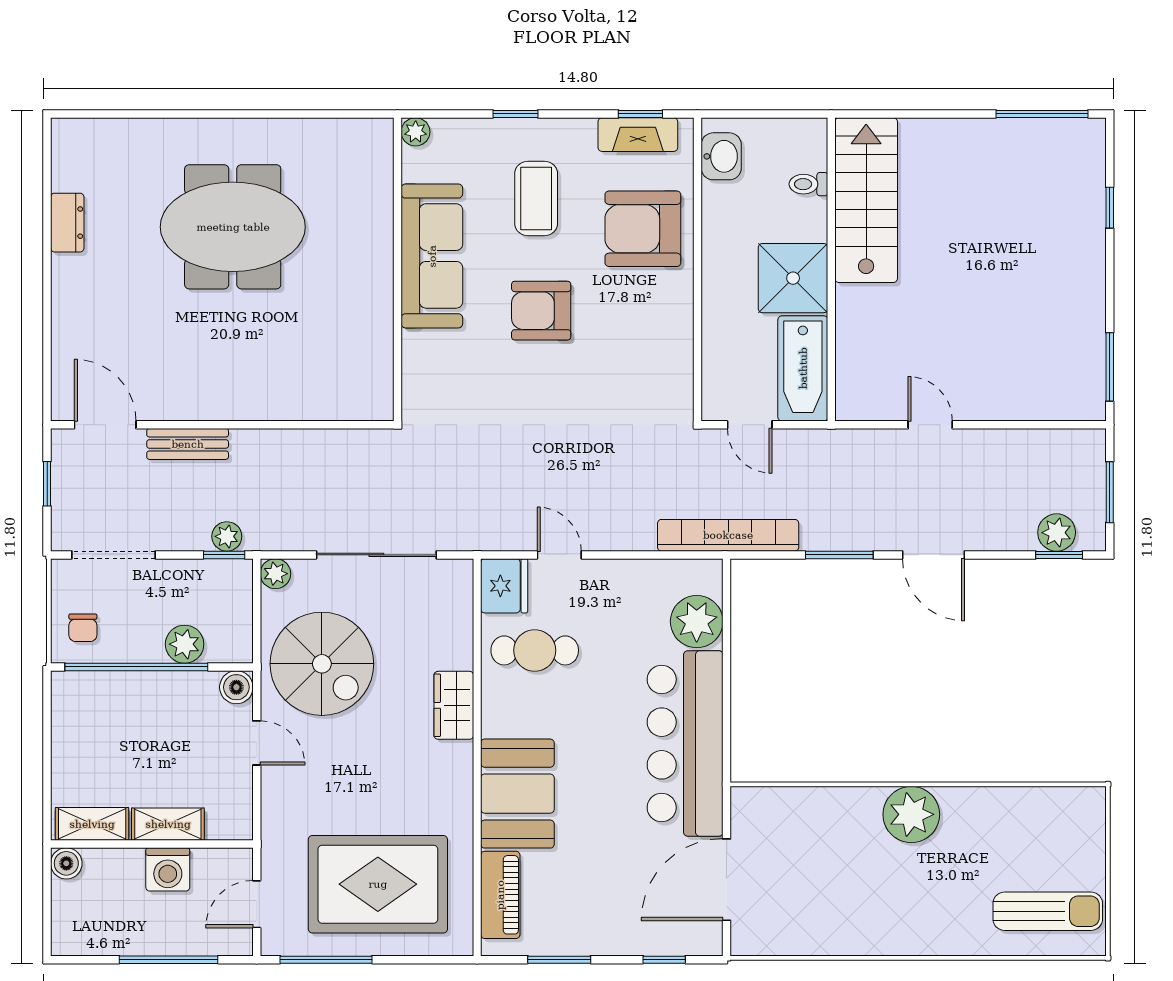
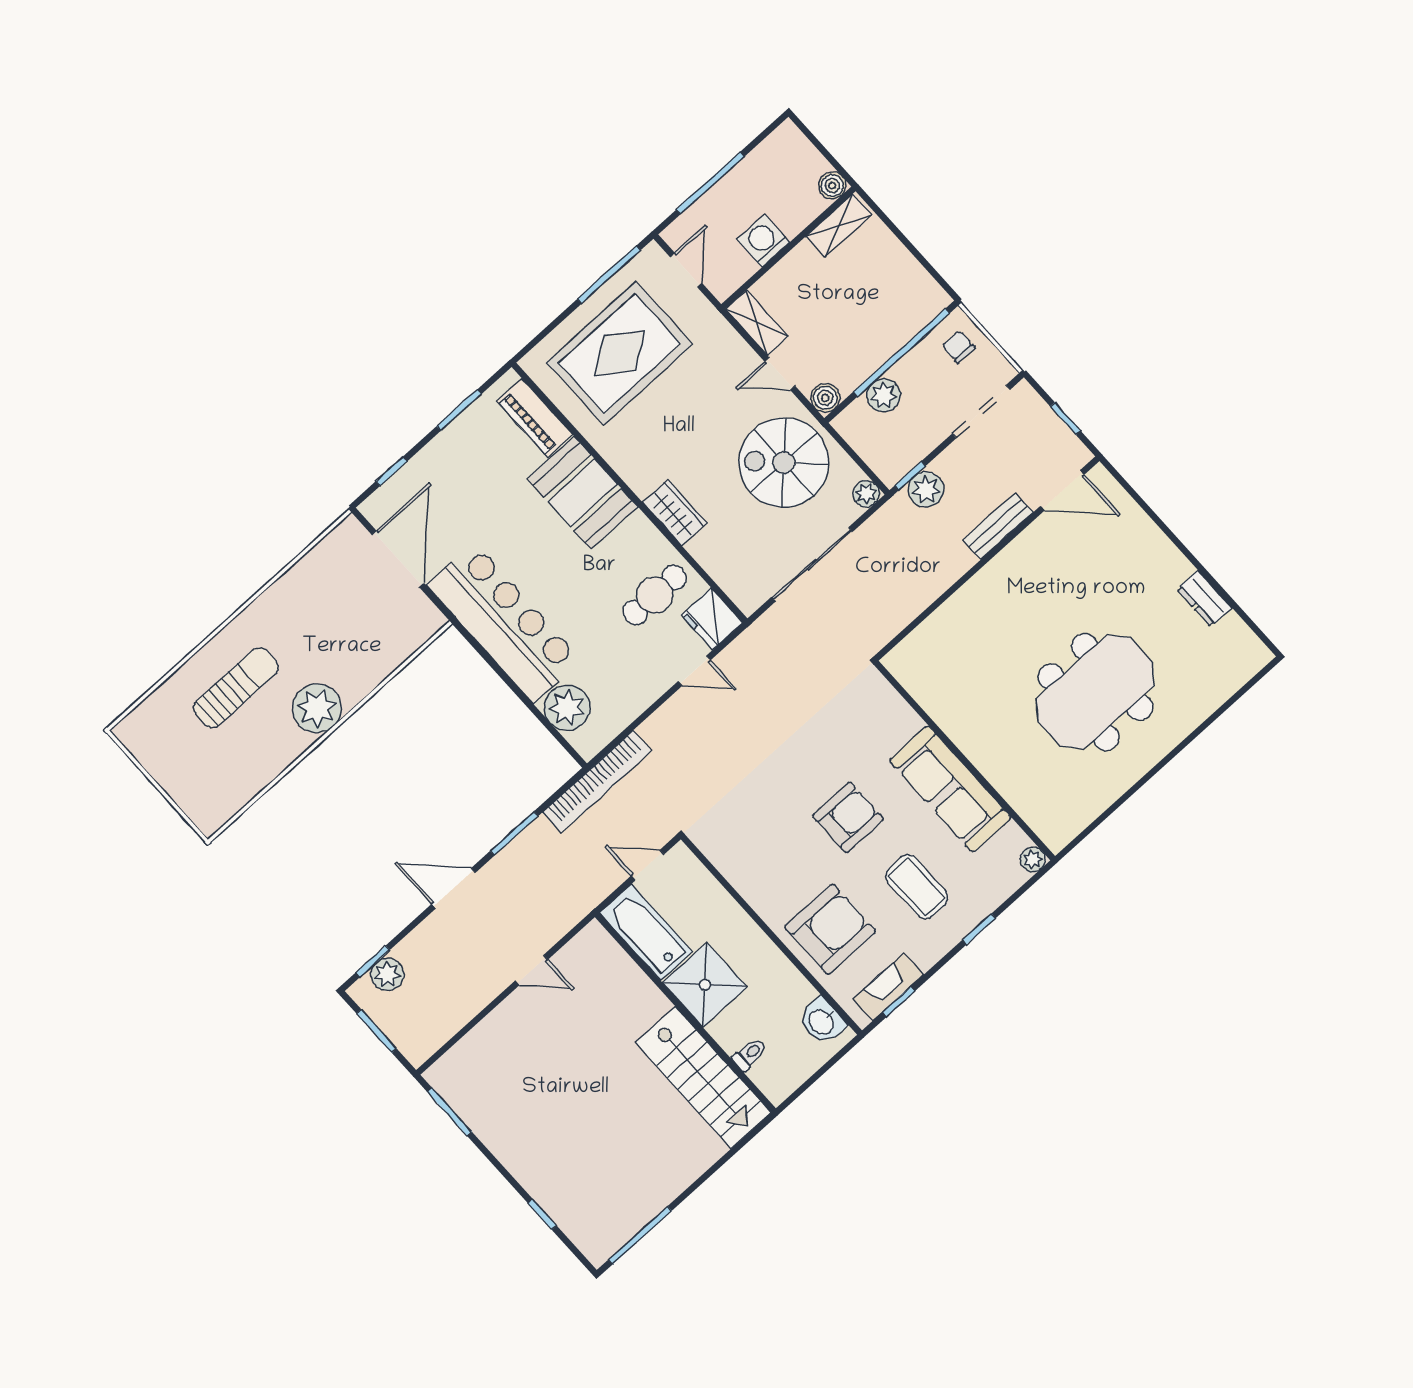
plant: (227, 536) -> (926, 490), width x1.38, depth x1.38
shelving: (168, 824) -> (757, 323), moved, turned 90
sun lounger: (1048, 911) -> (236, 688), moved, turned 180

